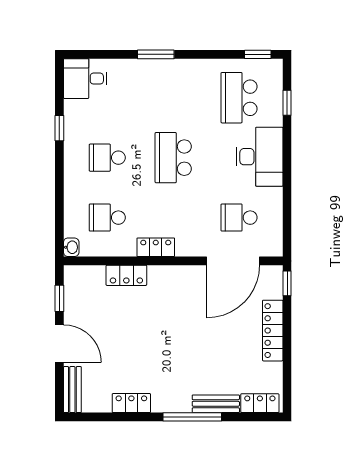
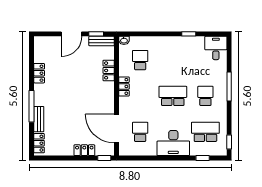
window: (156, 54) -> (229, 86), width x1.44
school desk: (107, 158) -> (205, 96), moved
locker: (273, 331) -> (84, 150), width x0.66
bench: (72, 390) -> (102, 41), moved

